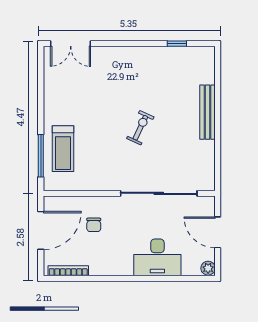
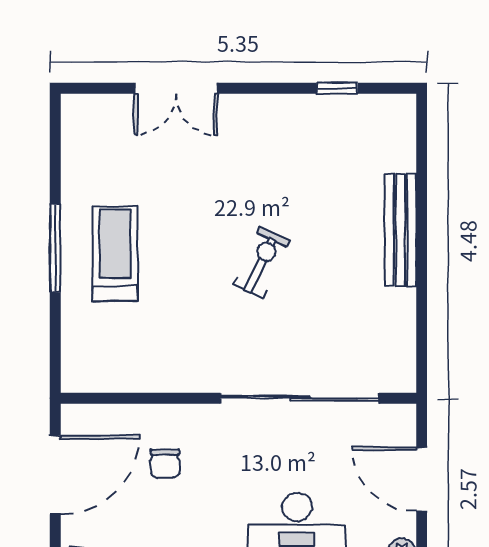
double door: (71, 44) -> (176, 88), moved
treadmill: (63, 149) -> (115, 254), moved, turned 180
window: (41, 156) -> (55, 248), moved

